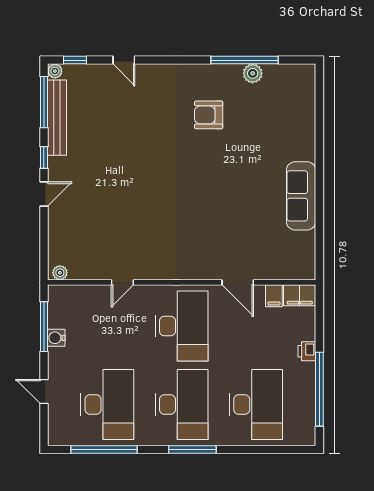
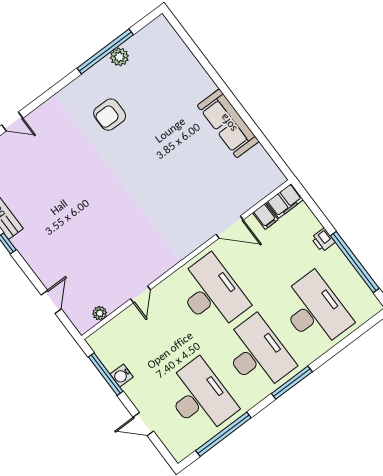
door: (44, 194) -> (51, 302), moved
plant: (60, 273) -> (100, 313), moved

